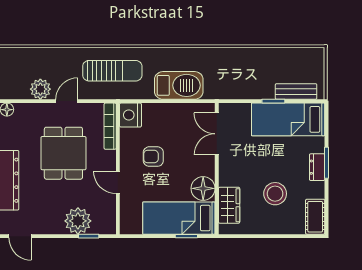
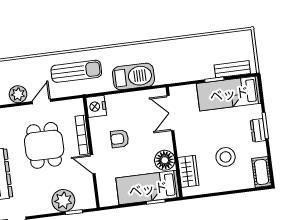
bookcase: (110, 126) -> (82, 135), moved

